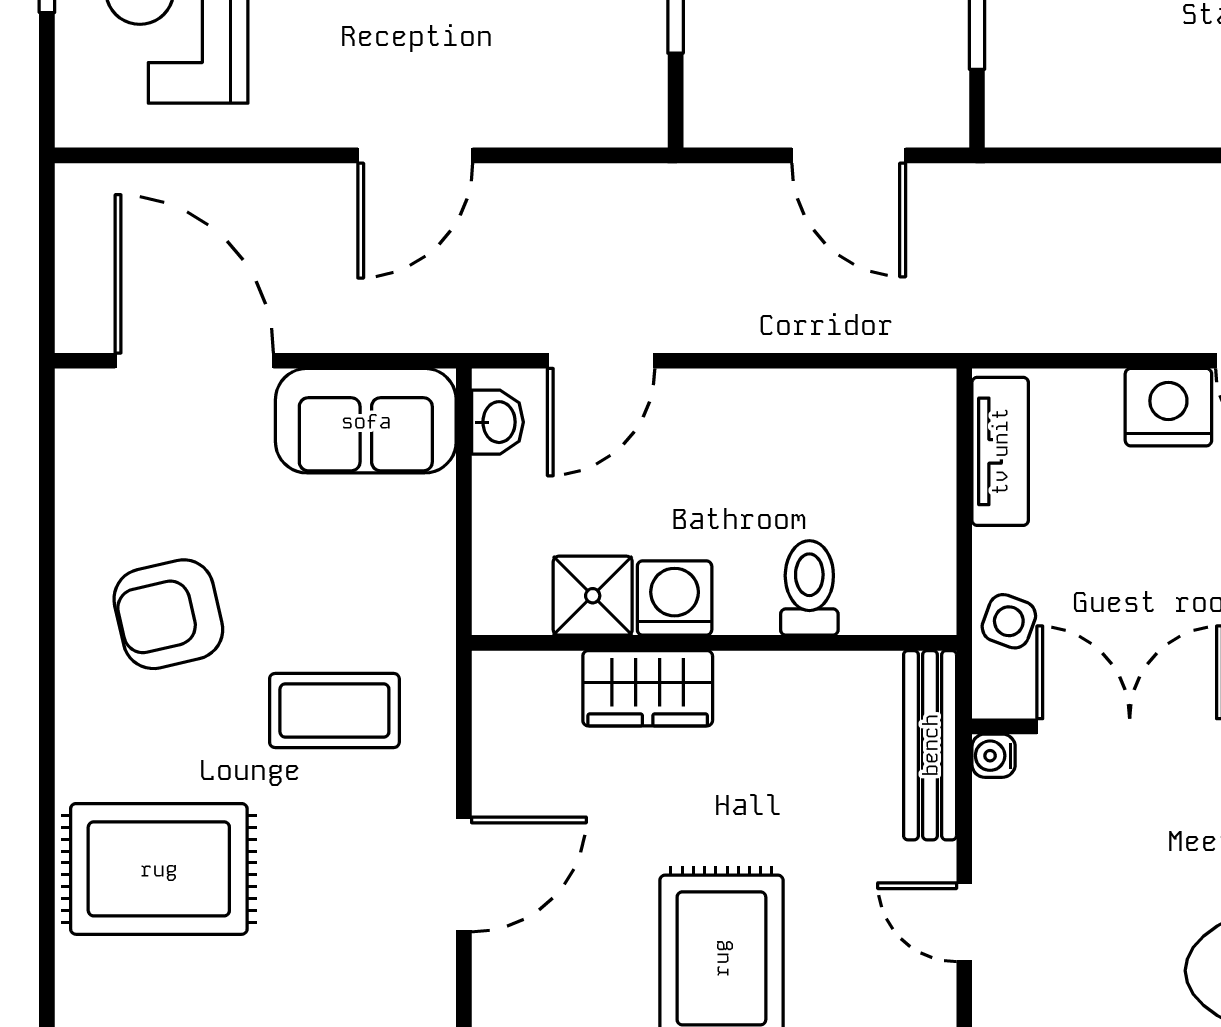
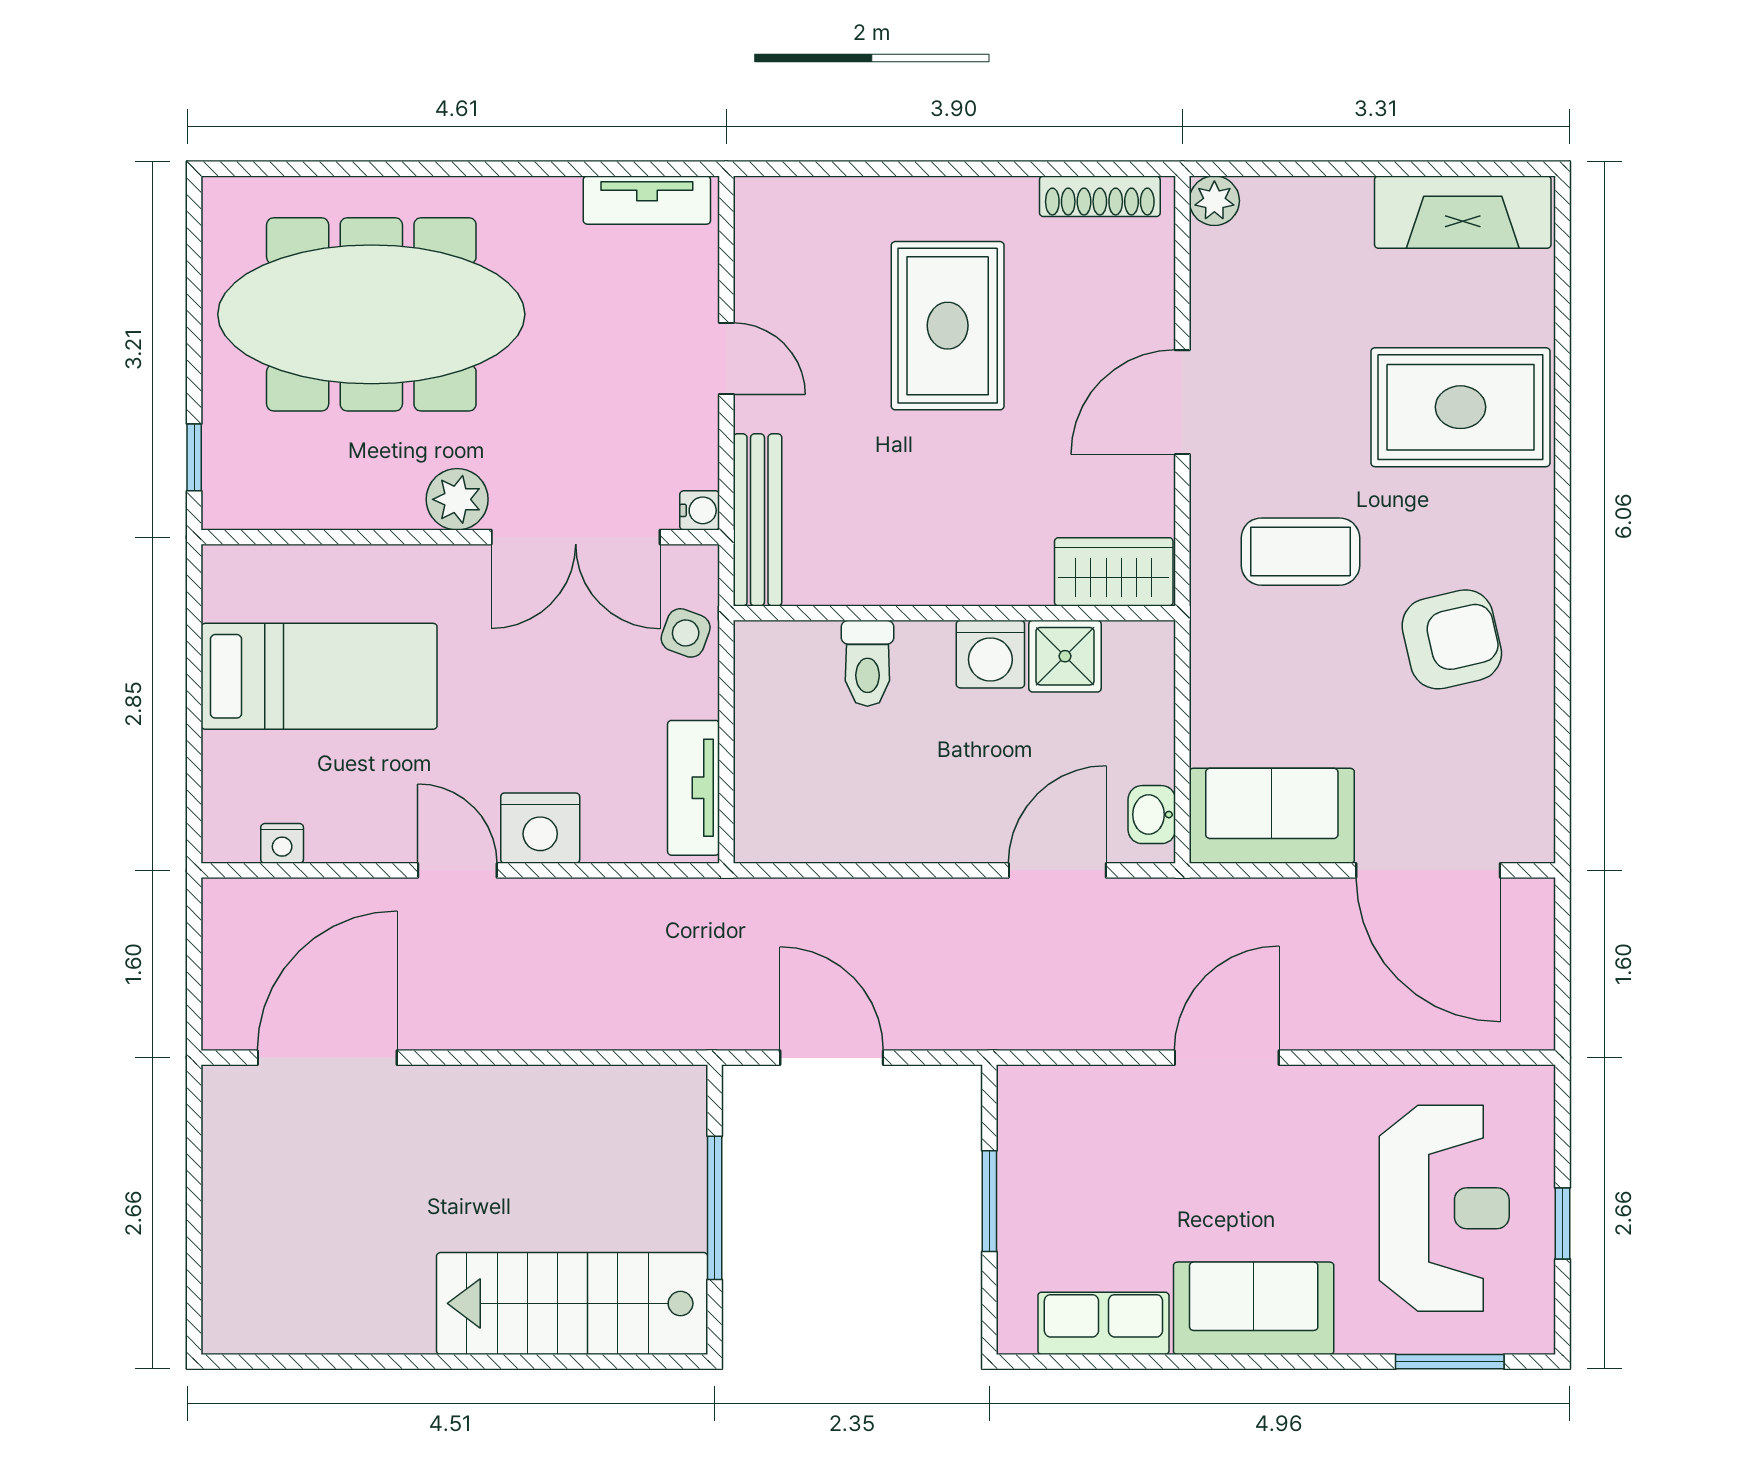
wardrobe: (648, 688) -> (1114, 572), moved

